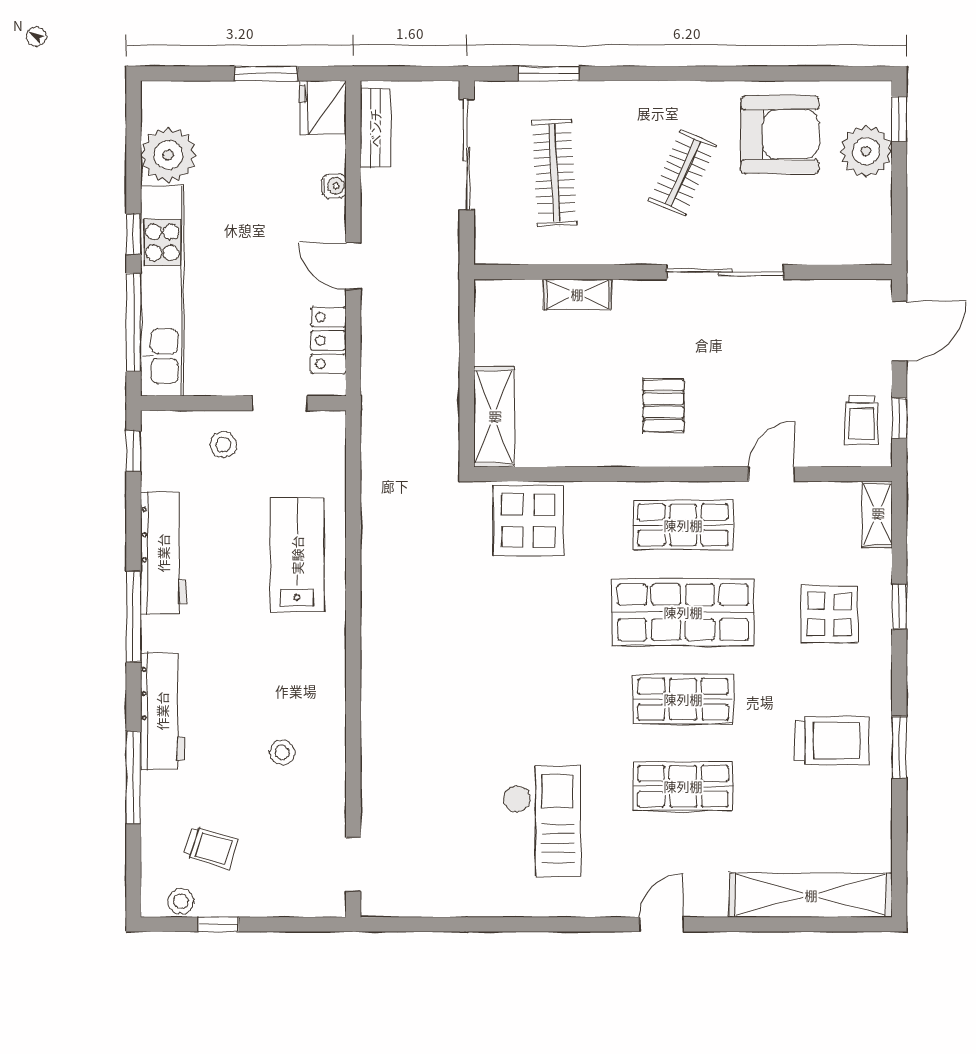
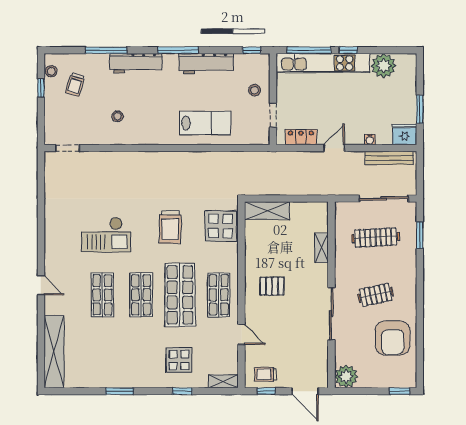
bench: (375, 128) -> (389, 158), width x1.36
plant: (866, 151) -> (346, 376), moved
clothes rail: (683, 173) -> (376, 295), turned -36
trolley: (832, 741) -> (170, 227), moved
checkout: (542, 821) -> (106, 235), moved

